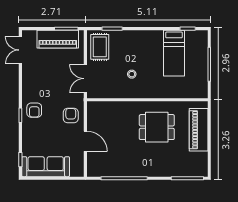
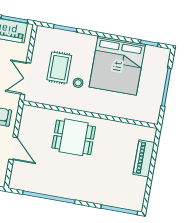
rug: (100, 47) -> (59, 68), moved
bed: (174, 53) -> (117, 66), width x2.04
dining table: (157, 127) -> (74, 137), moved
piano: (199, 130) -> (144, 158), width x0.73, depth x0.75

